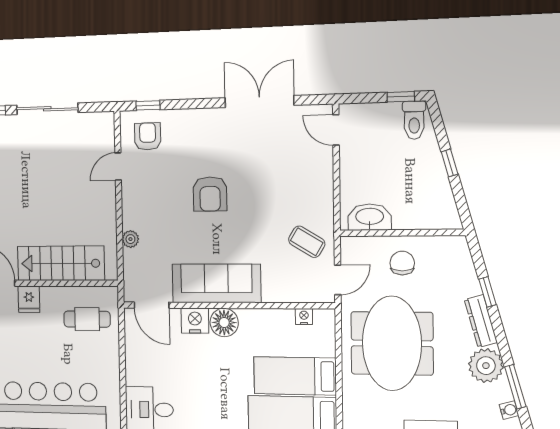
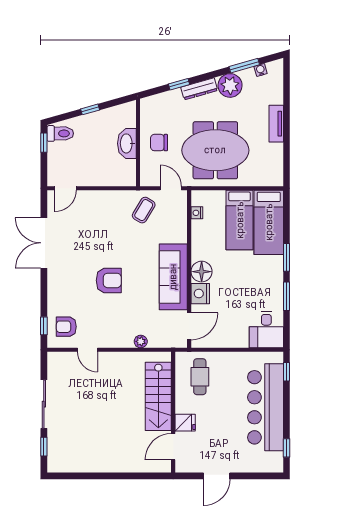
washbasin: (370, 217) -> (127, 143), moved

